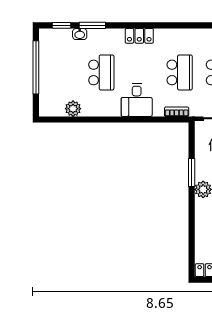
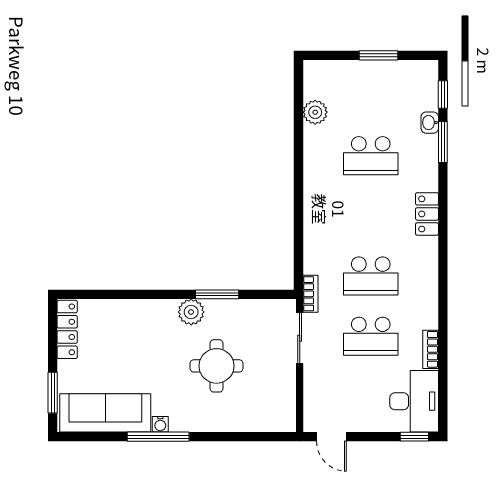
window: (36, 67) -> (378, 55), width x0.47
desk: (137, 100) -> (328, 210), removed
bookcase: (177, 112) -> (310, 294), moved

